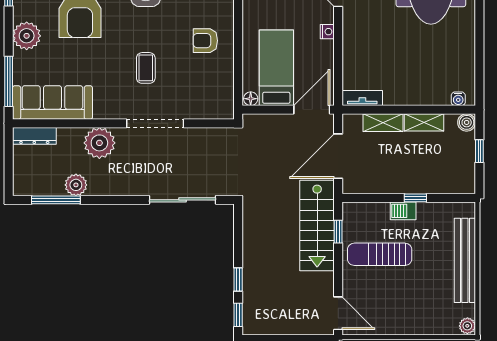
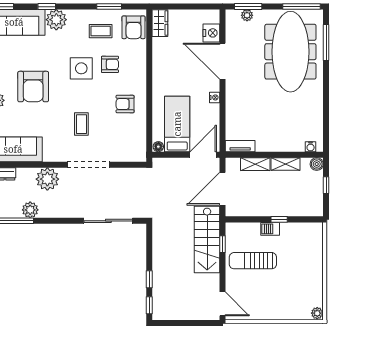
bench: (465, 260) -> (315, 265), removed

